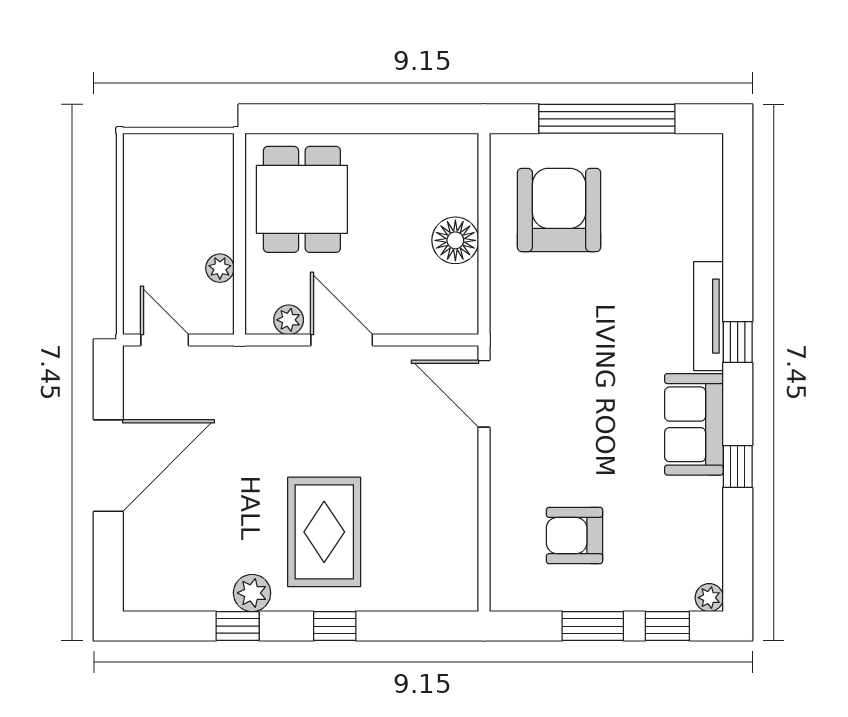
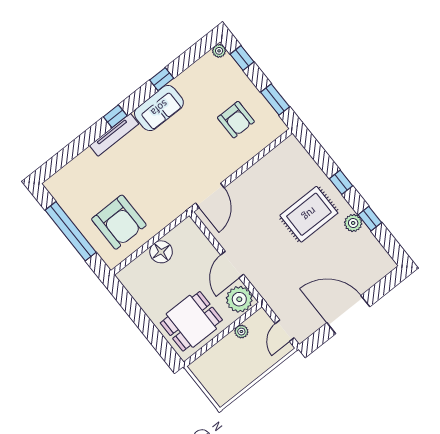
armchair: (559, 210) -> (119, 222), turned -90
plant: (289, 320) -> (239, 299), width x1.87, depth x1.87
window: (593, 626) -> (275, 100), moved

